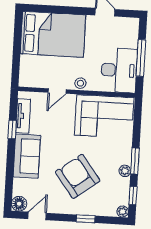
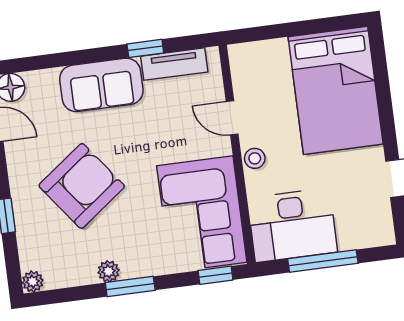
window: (133, 196) -> (215, 275), moved

